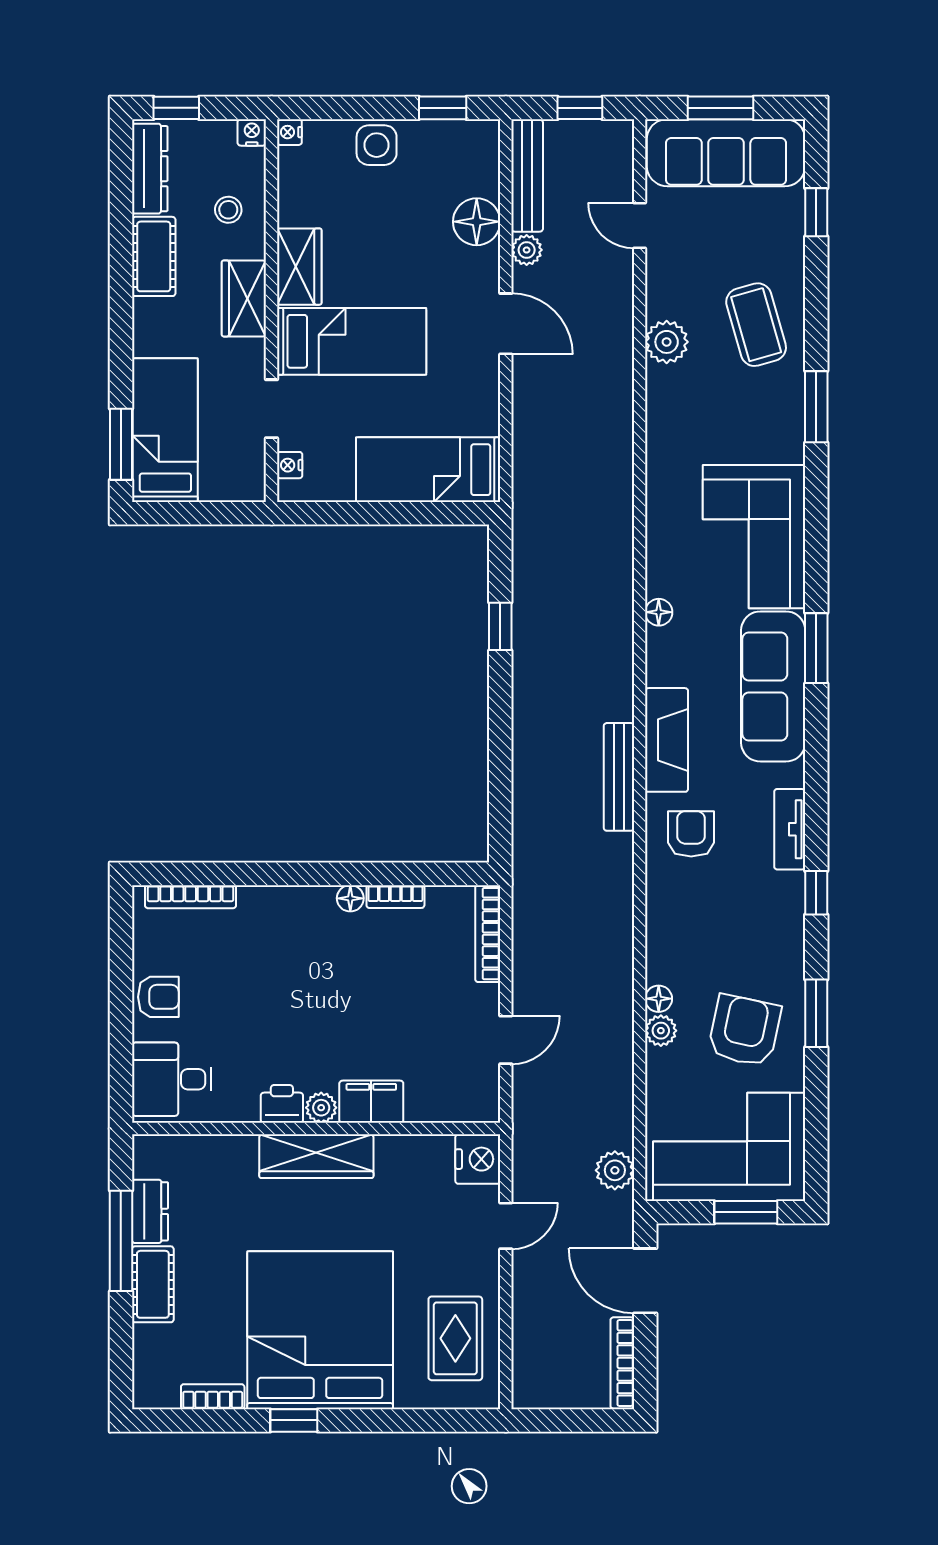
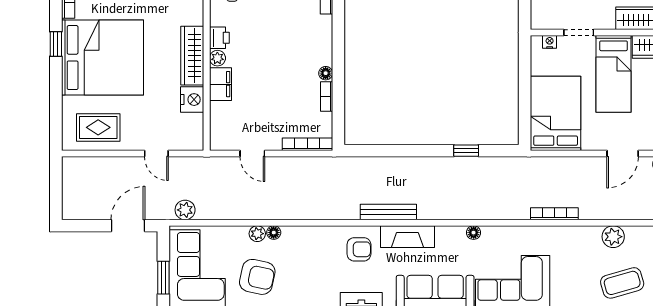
bed: (428, 470) -> (556, 113), width x1.50
nightstand: (478, 1159) -> (192, 100), moved, turned -90
bookcase: (622, 1363) -> (554, 214), moved

